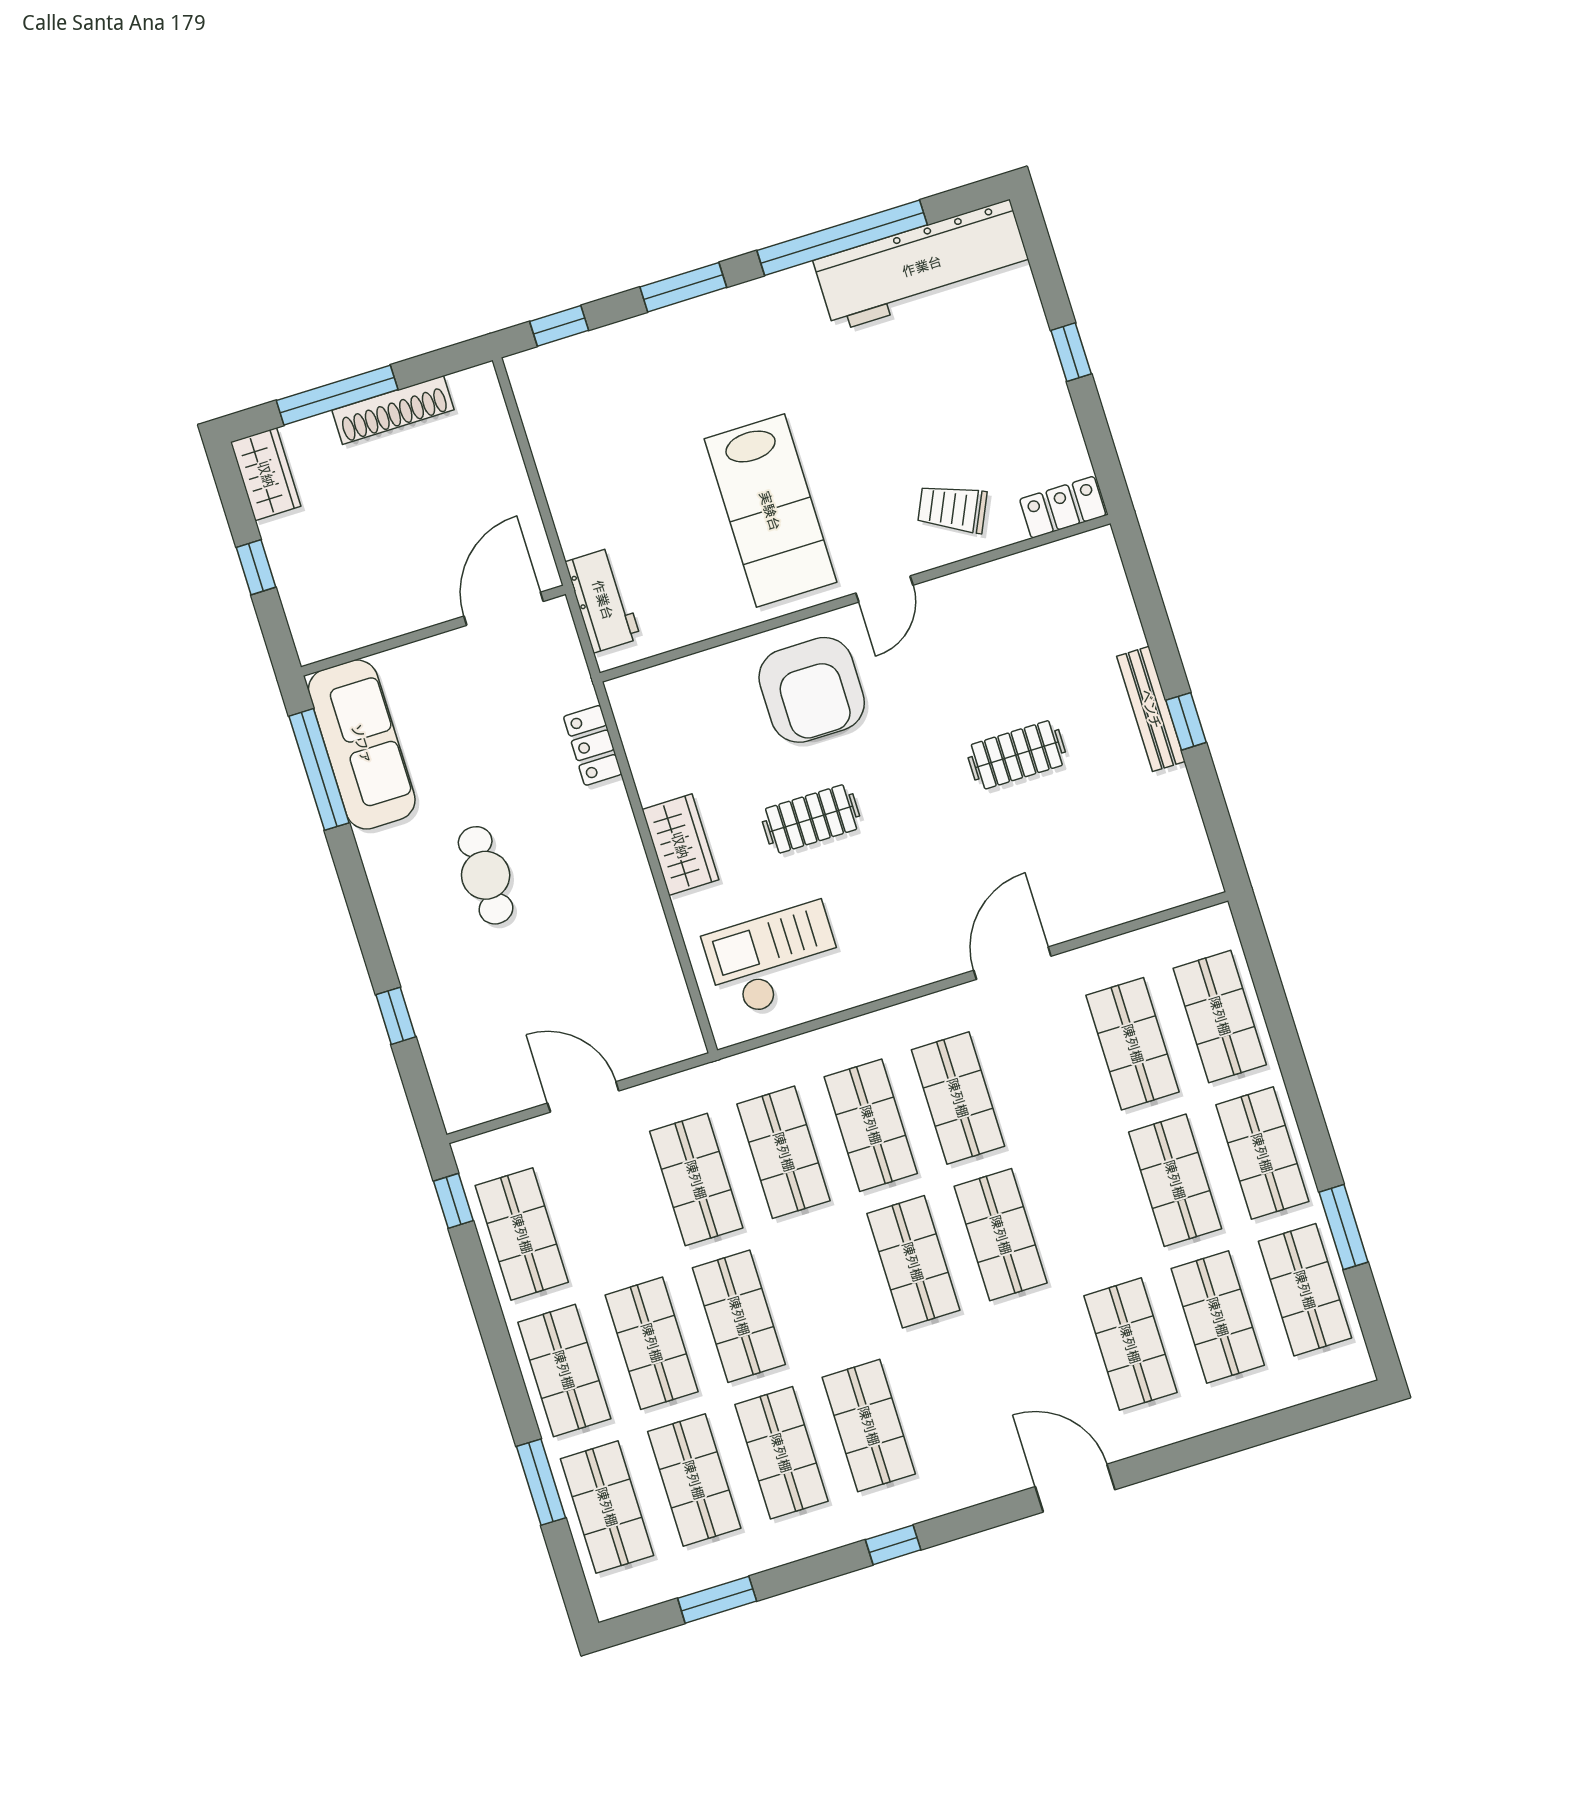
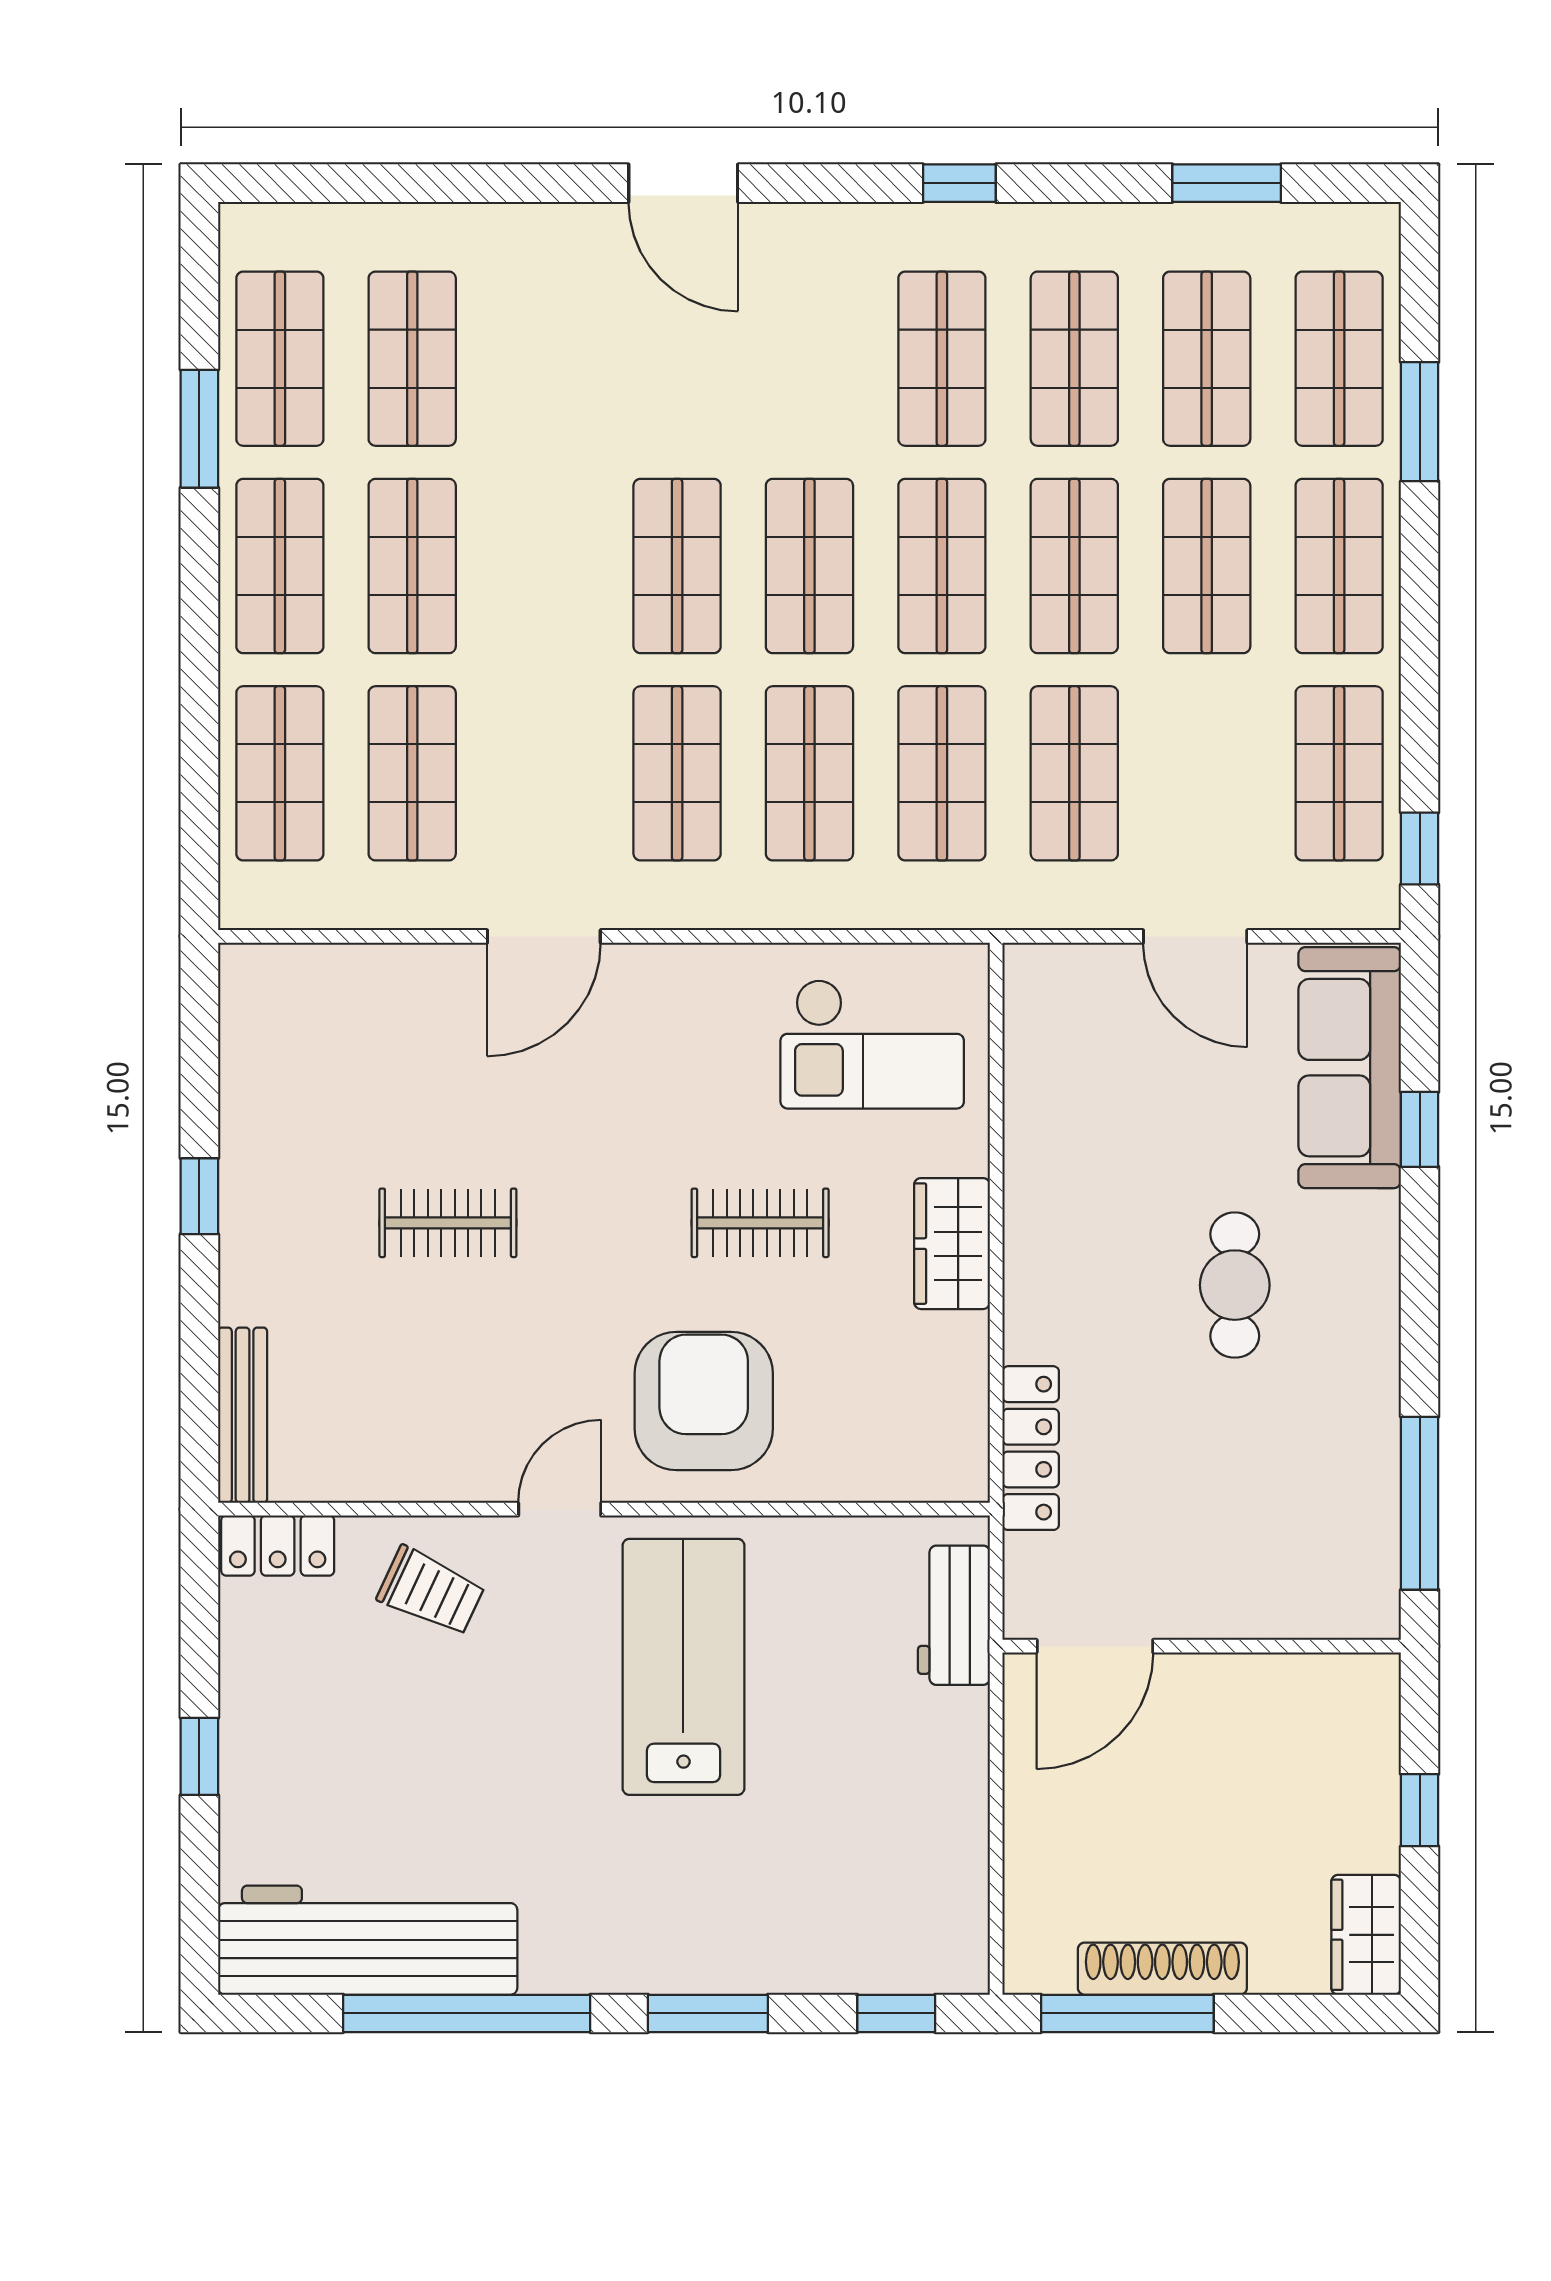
window: (337, 395) -> (1127, 2013), moved
bench: (1151, 709) -> (243, 1415), moved
sofa: (362, 744) -> (1350, 1068), moved
locker: (593, 745) -> (1031, 1448), width x1.53
shop shelf: (1130, 1344) -> (942, 566), moved

